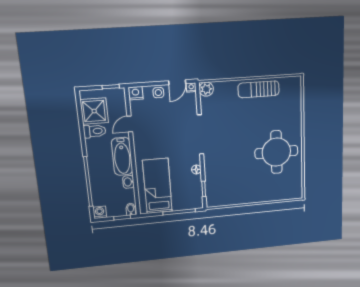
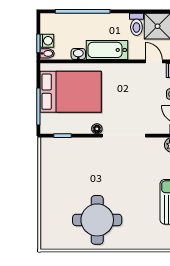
door: (130, 124) -> (154, 61), moved
floor lamp: (196, 169) -> (97, 129), moved
bed: (157, 186) -> (71, 92), width x1.50
washing machine: (100, 212) -> (47, 41), moved

